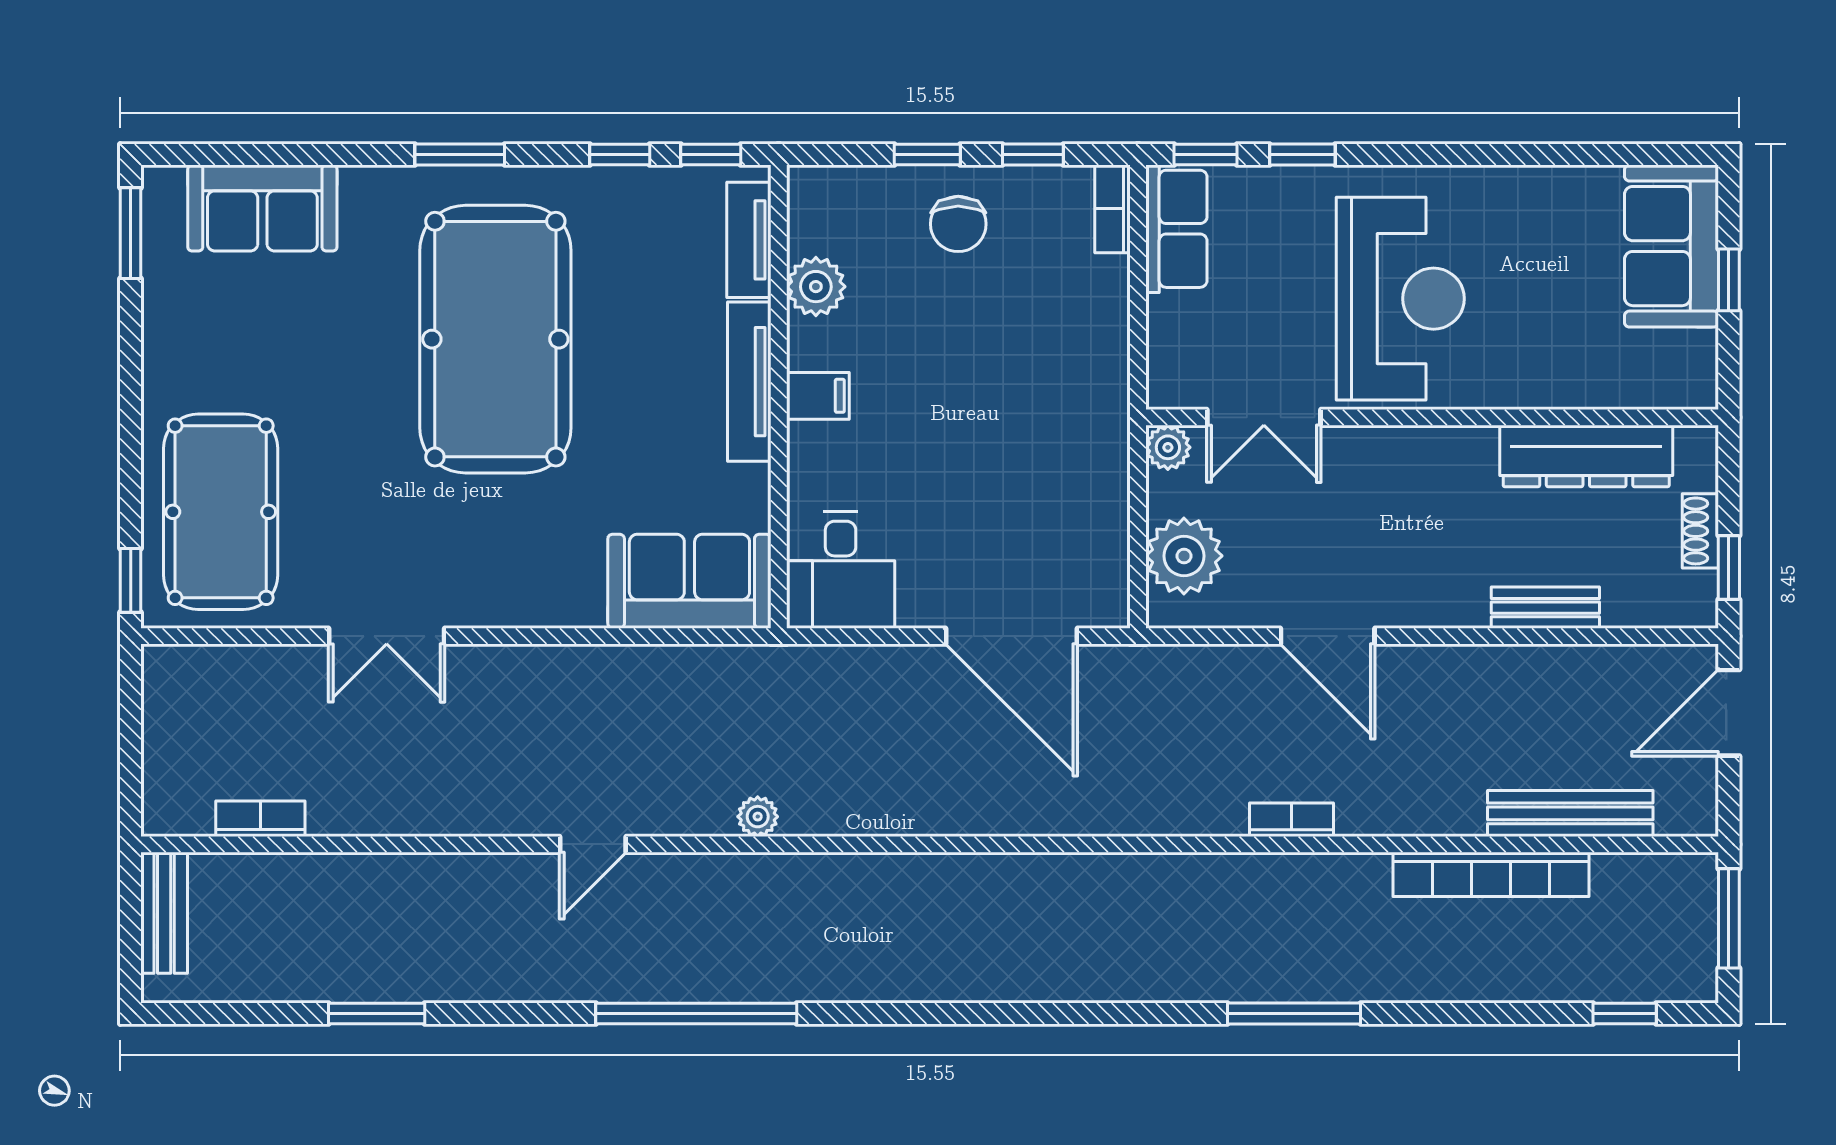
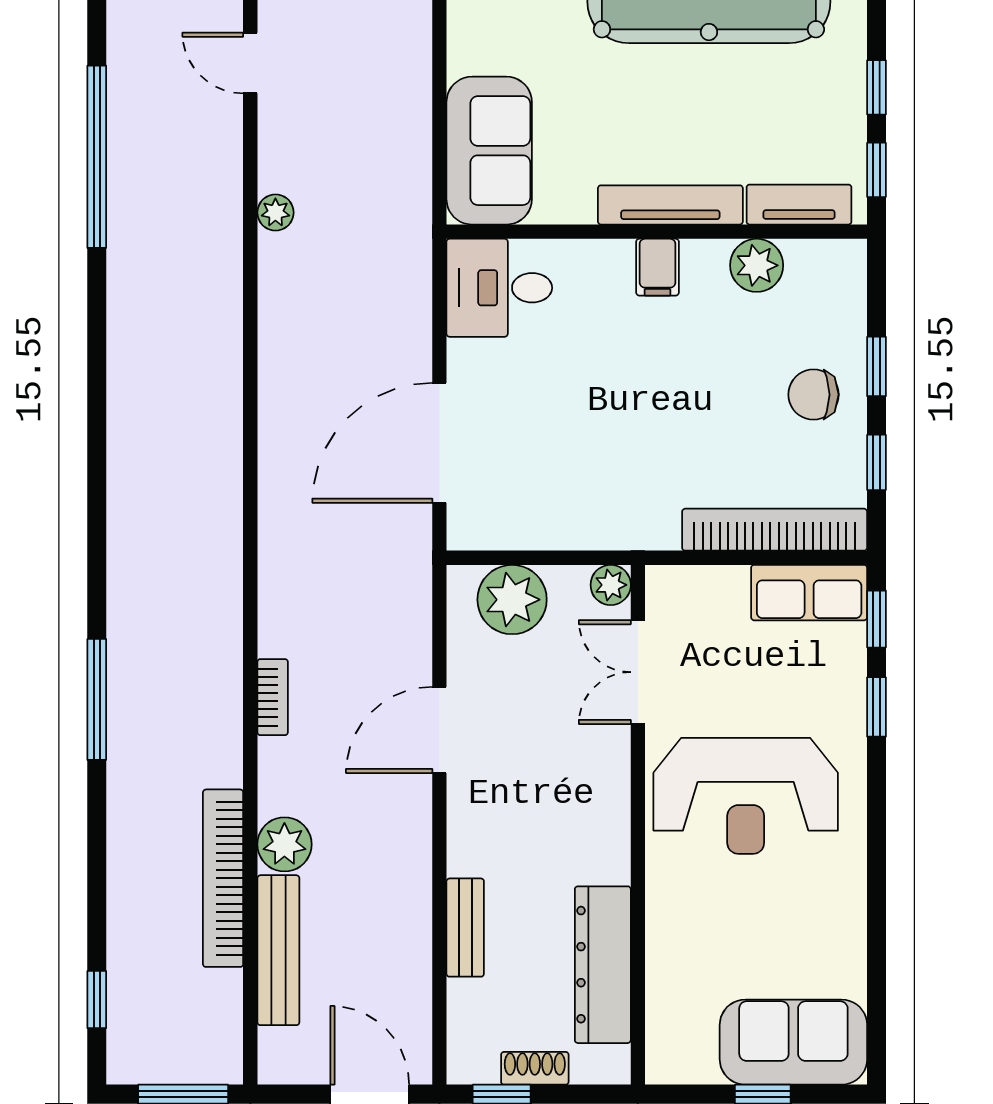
bookcase: (1113, 209) -> (775, 530), width x2.31, depth x1.31
plant: (1454, 807) -> (284, 844), added

